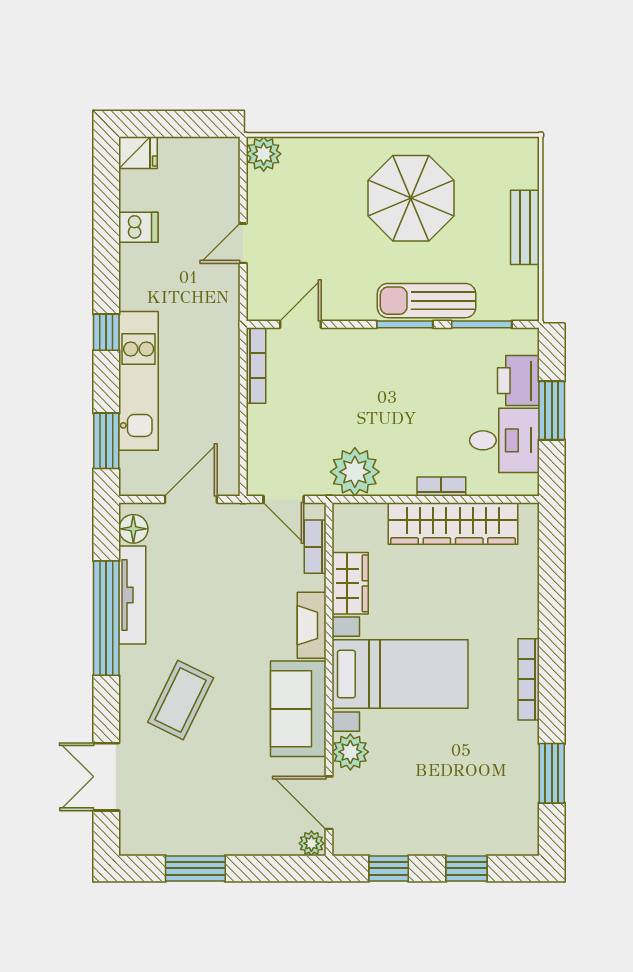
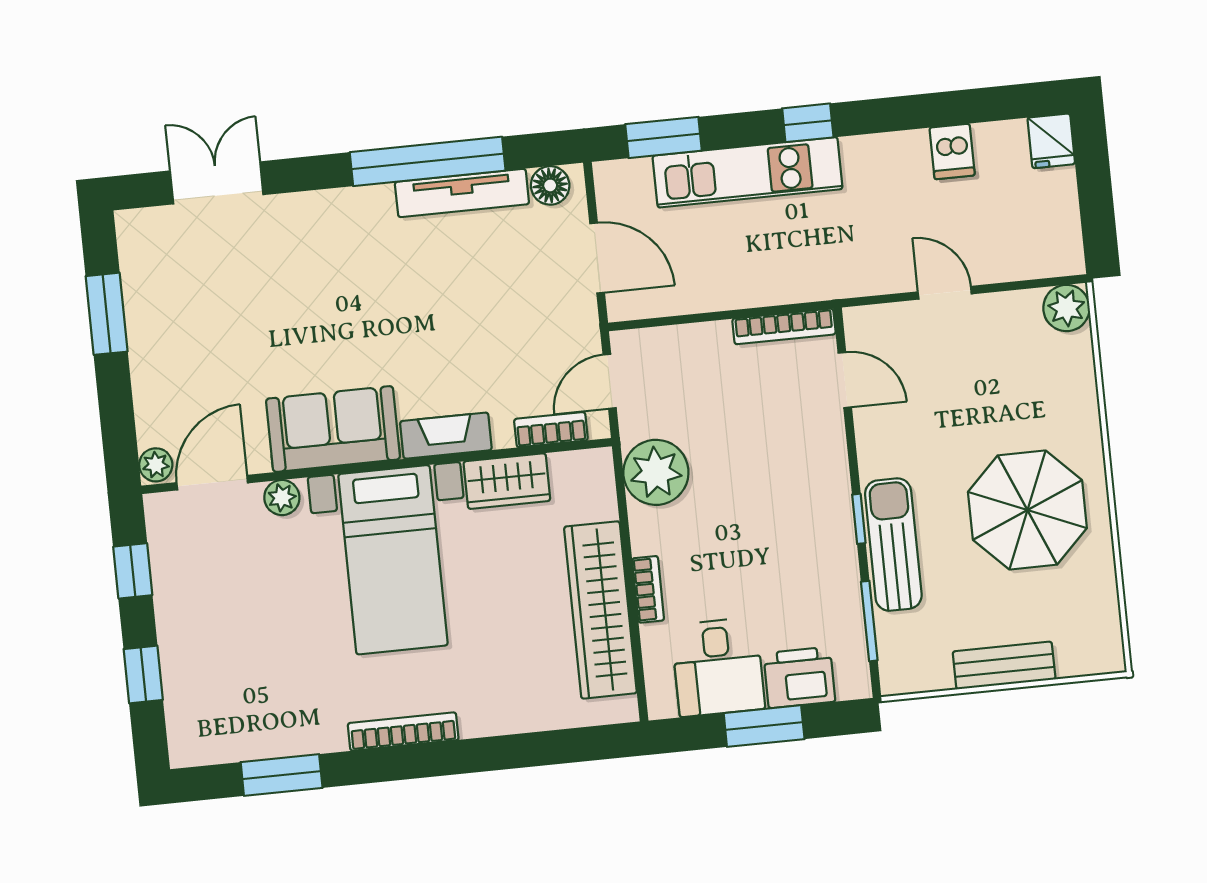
window: (405, 324) -> (859, 519), width x0.67
coffee table: (181, 700) -> (329, 271), removed
plant: (350, 752) -> (282, 498), width x0.73, depth x0.73

